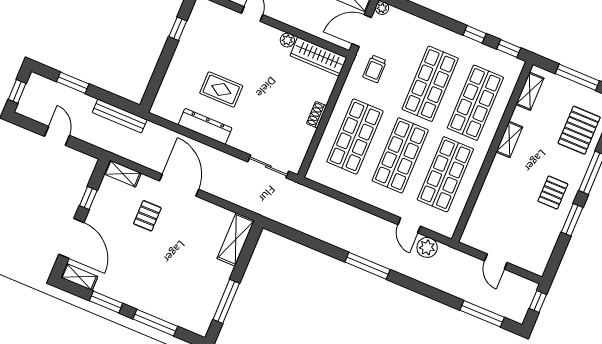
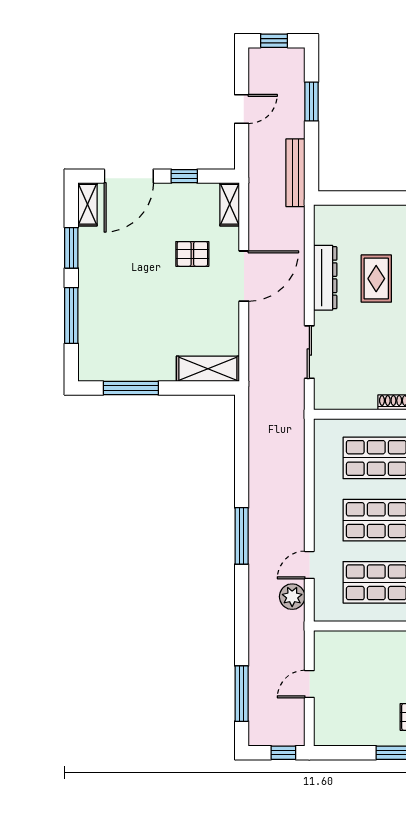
sliding door: (268, 166) -> (309, 352), moved

